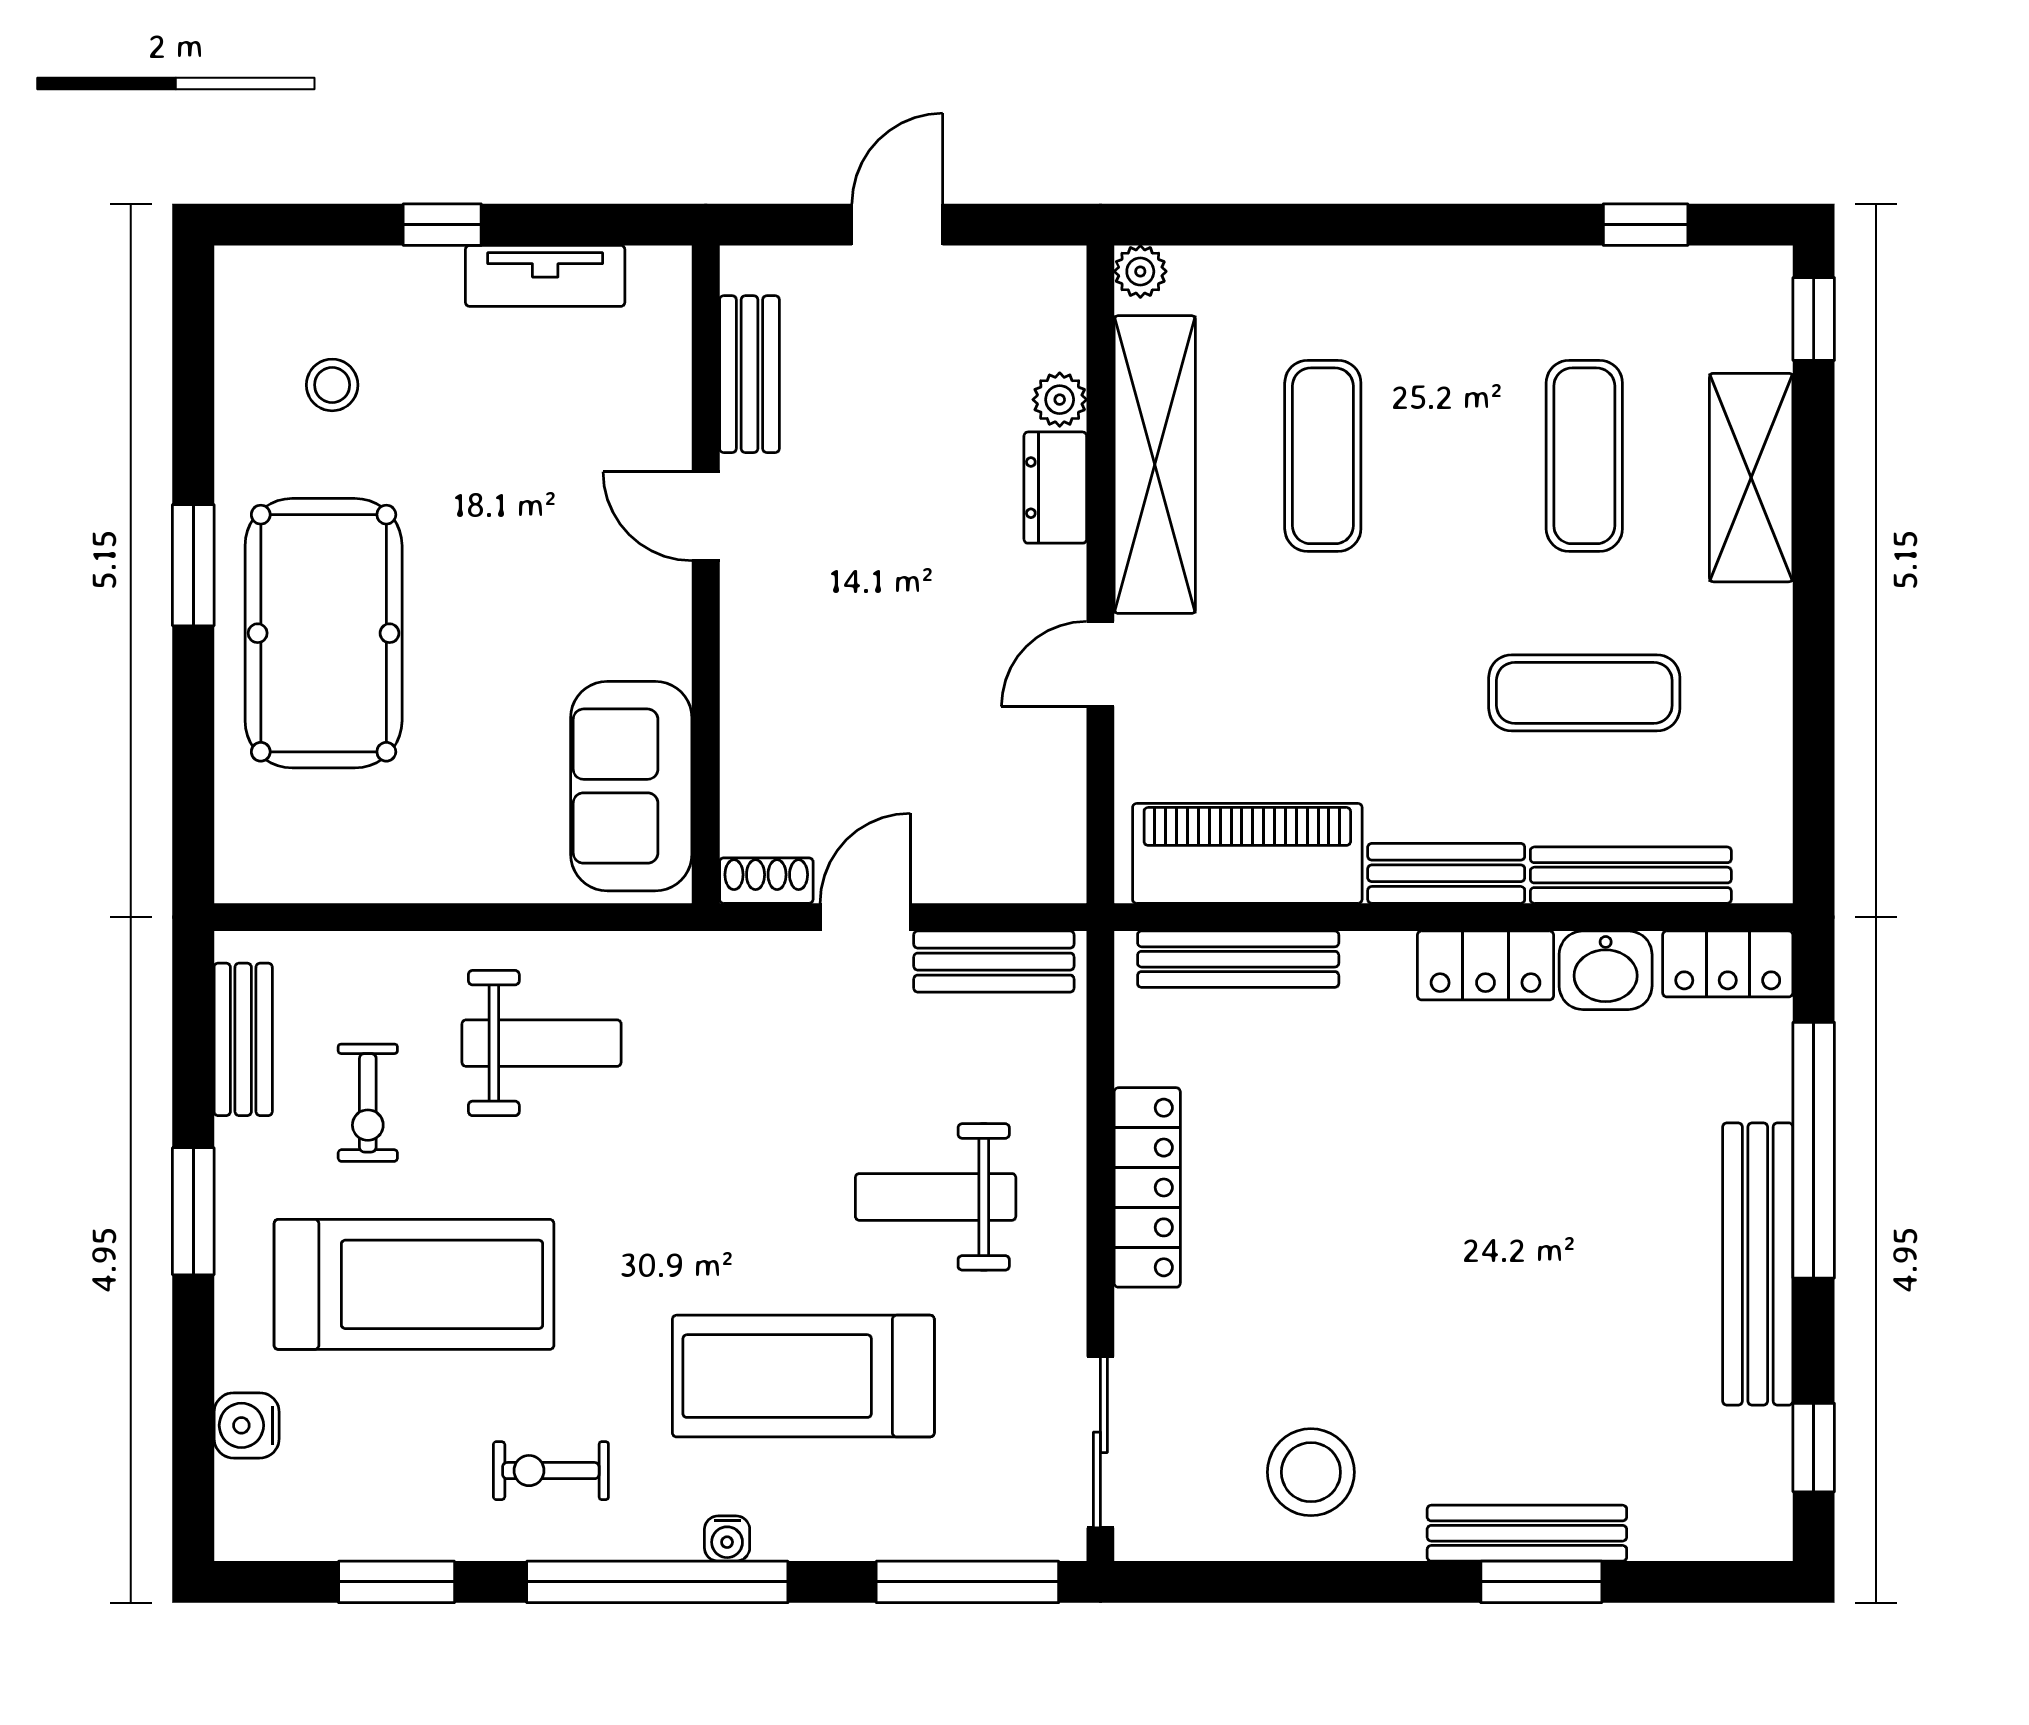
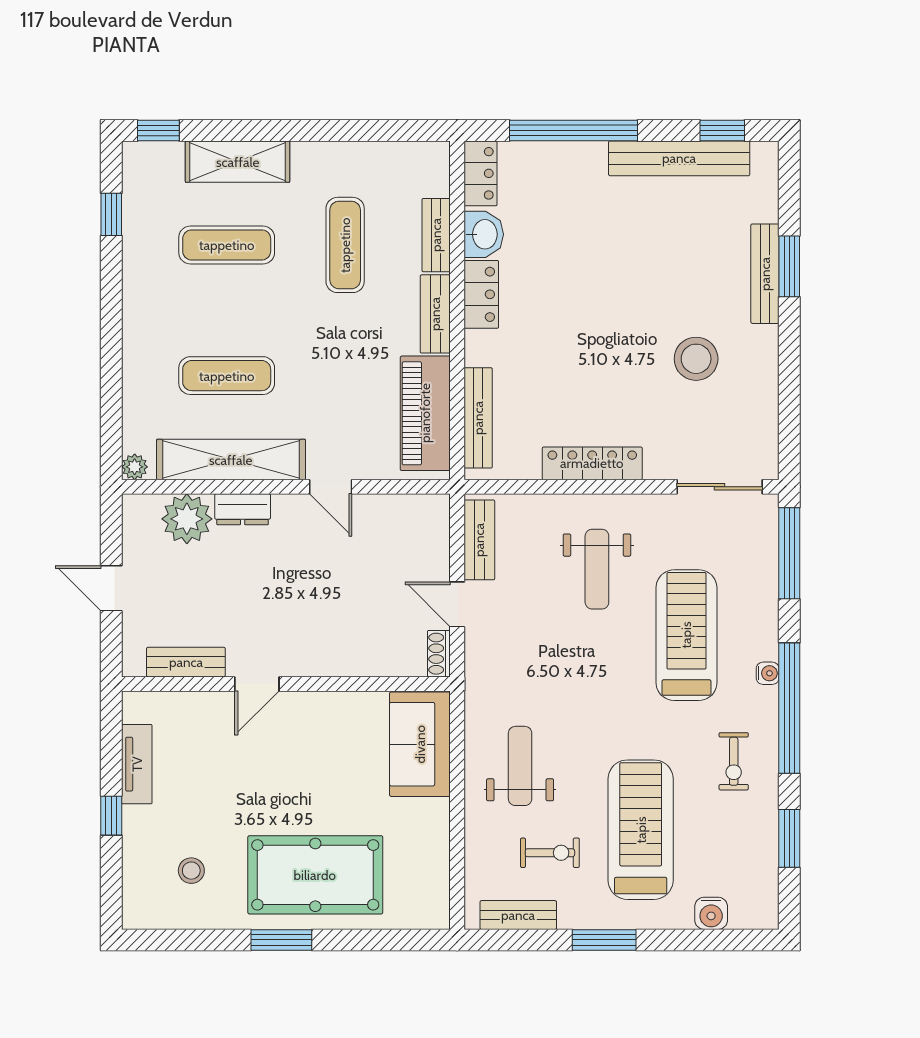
plant: (1060, 400) -> (187, 519), width x1.87, depth x1.87
sofa: (631, 786) -> (420, 744), moved, turned 90
bench: (1631, 875) -> (436, 235), width x0.73
bench: (1758, 1264) -> (679, 158), moved
treadmill: (803, 1376) -> (686, 635), turned 180
stool: (1311, 1472) -> (696, 359), moved

